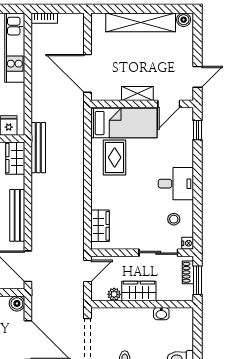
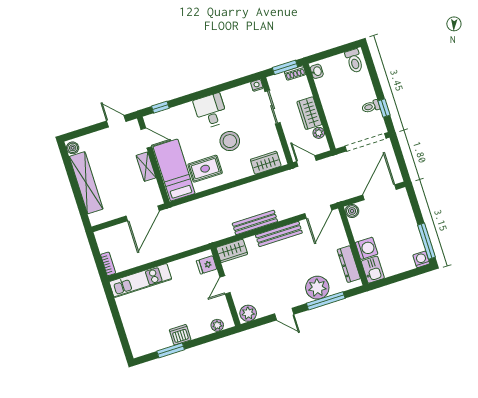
bench: (38, 148) -> (255, 222), moved
stool: (174, 219) -> (230, 141), moved, width x1.89, depth x1.89
shoe rack: (188, 272) -> (295, 73), moved
washbasin: (161, 314) -> (317, 71), moved

